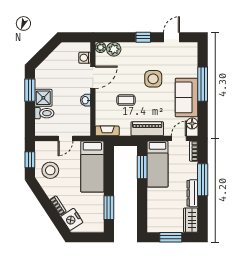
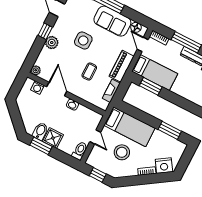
plant: (114, 49) -> (52, 43), moved
bidet: (44, 82) -> (40, 131), added
toilet: (44, 113) -> (80, 151), moved
fireplace: (107, 131) -> (111, 91), moved
stool: (50, 170) -> (122, 152), moved

